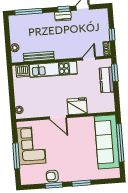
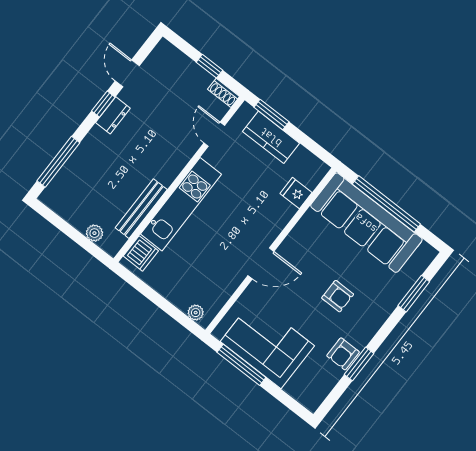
fridge: (77, 106) -> (296, 193), moved, width x0.53, depth x0.75
armchair: (71, 155) -> (338, 296), added
window: (16, 156) -> (241, 365), moved
window: (81, 183) -> (414, 294), moved

